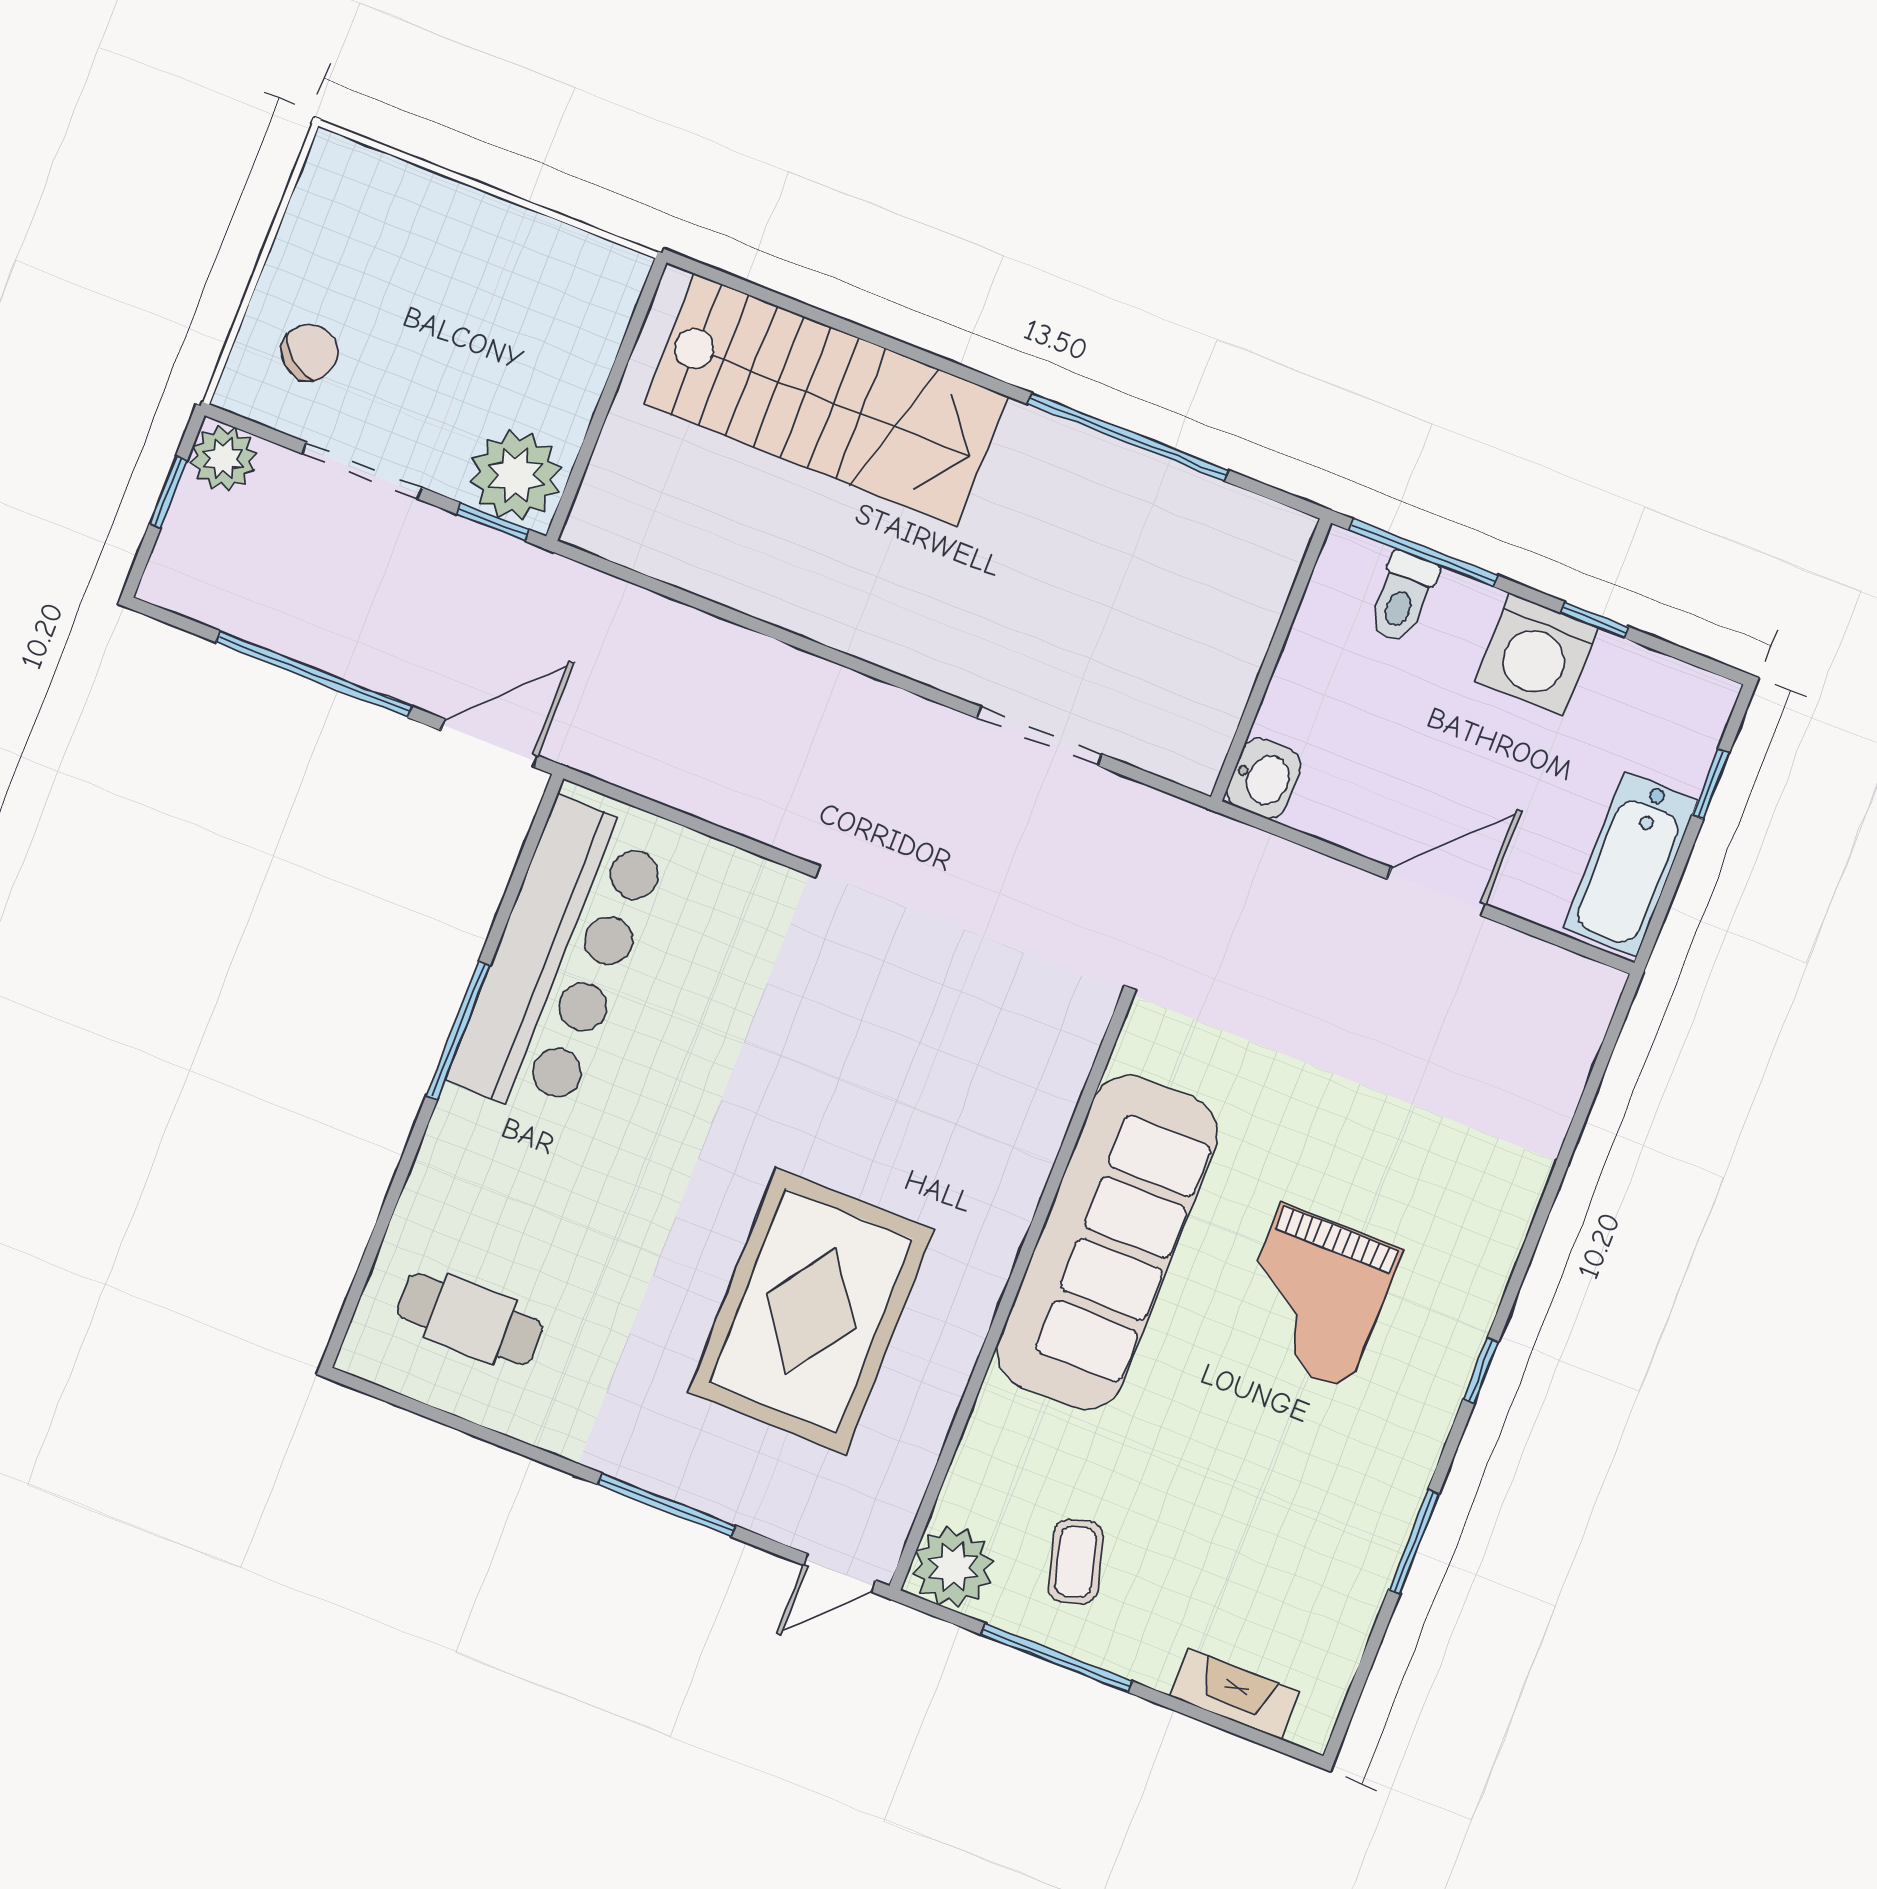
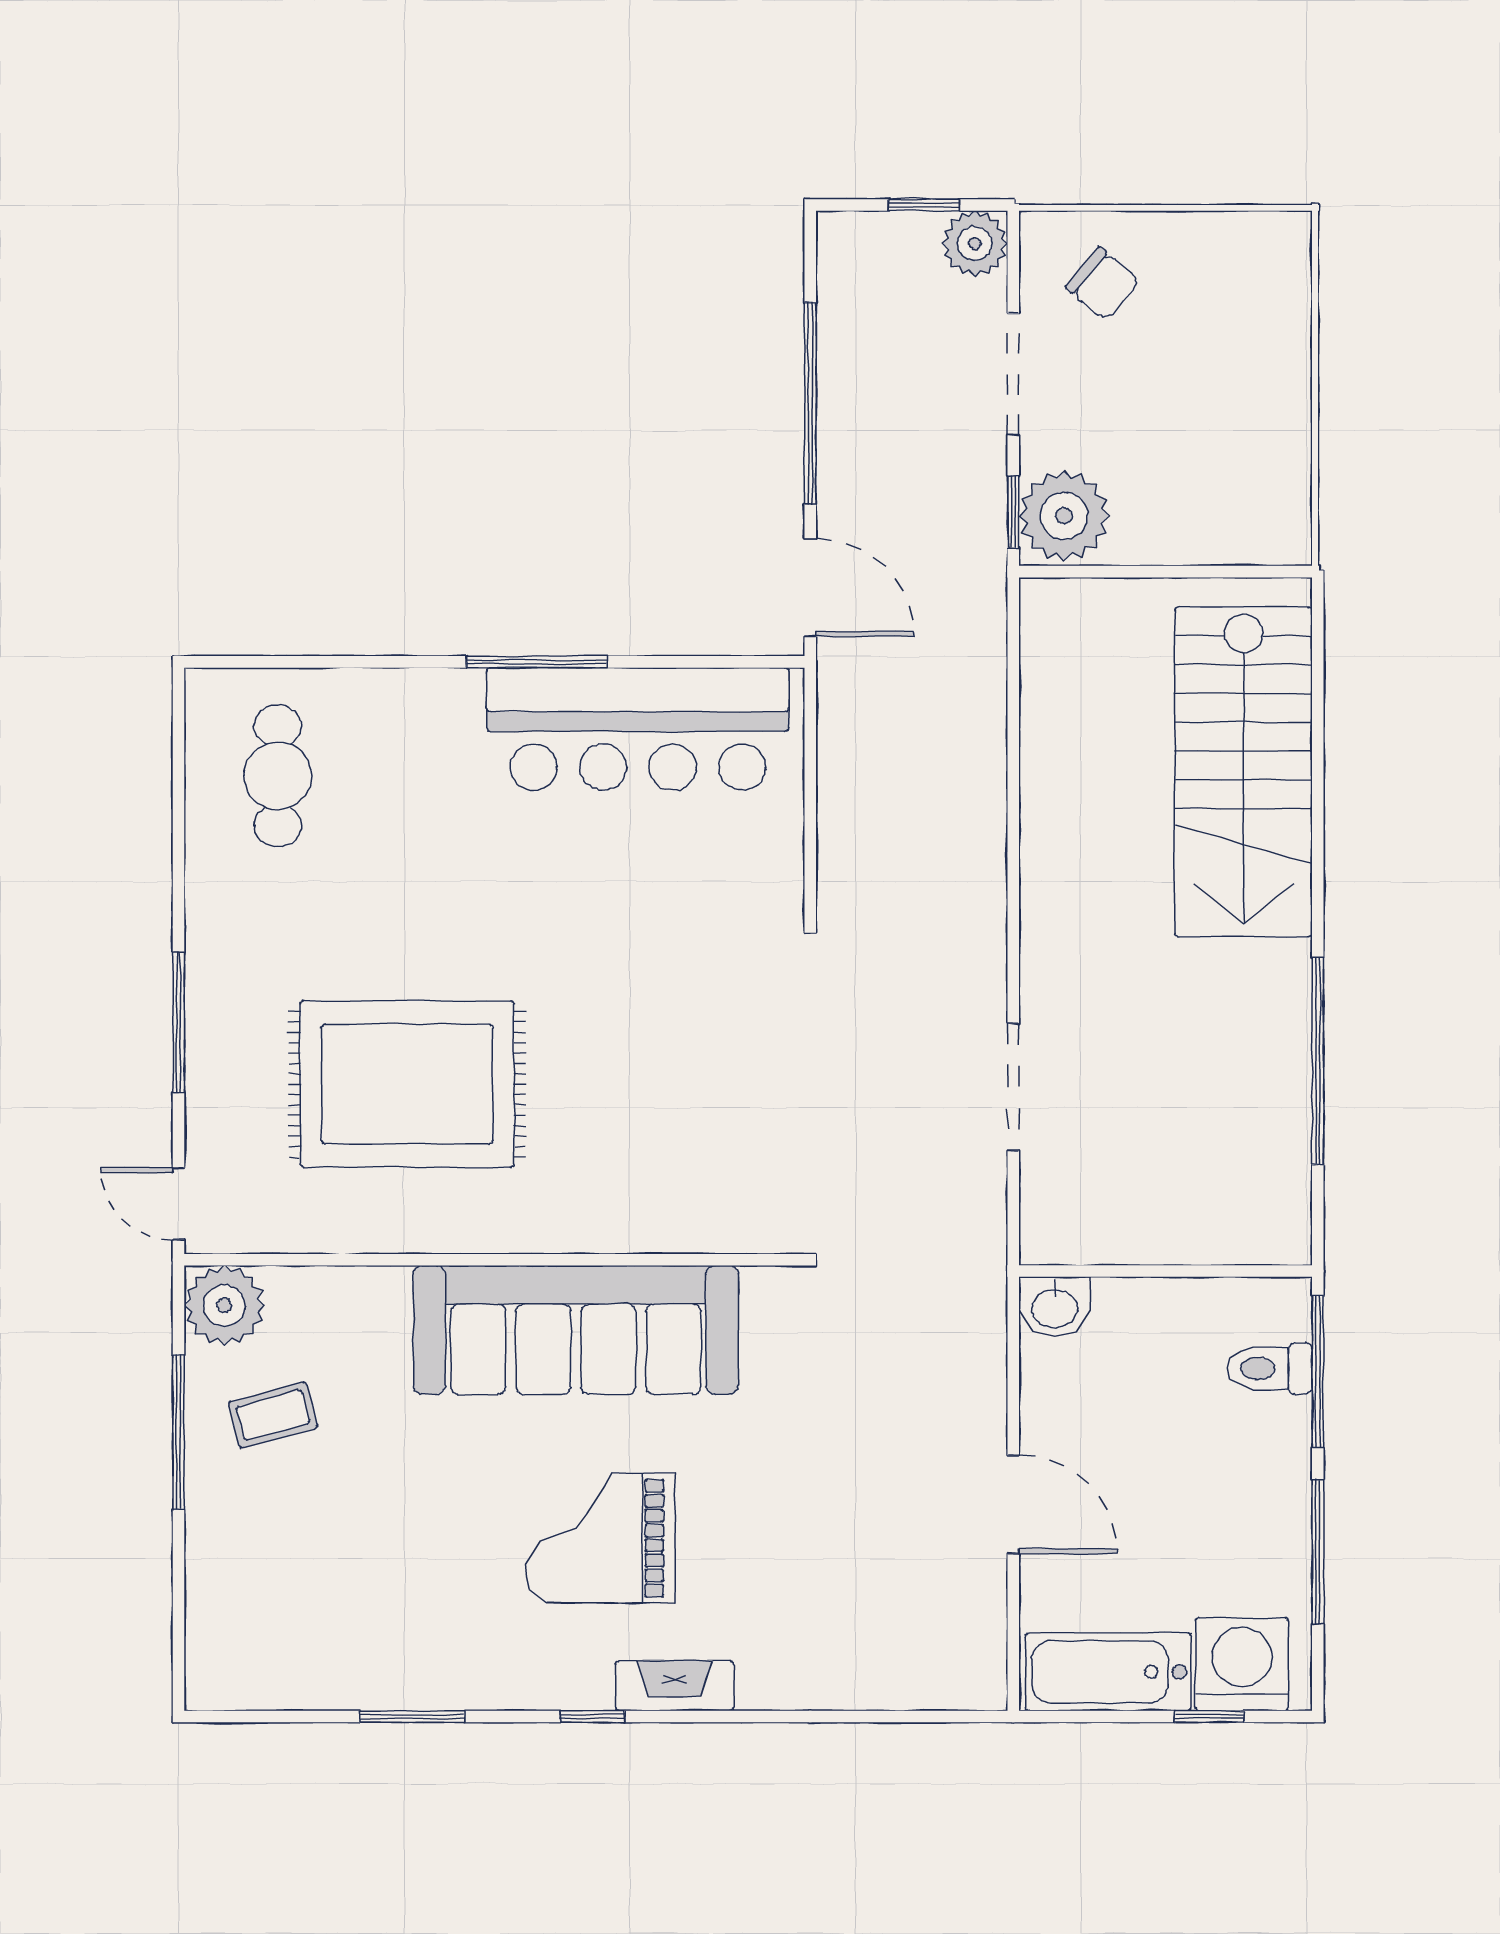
window: (1594, 620) -> (1318, 1552), width x2.17
washing machine: (1536, 654) -> (1242, 1664), moved, turned 90
fireplace: (1234, 1694) -> (675, 1686), moved, turned -90

